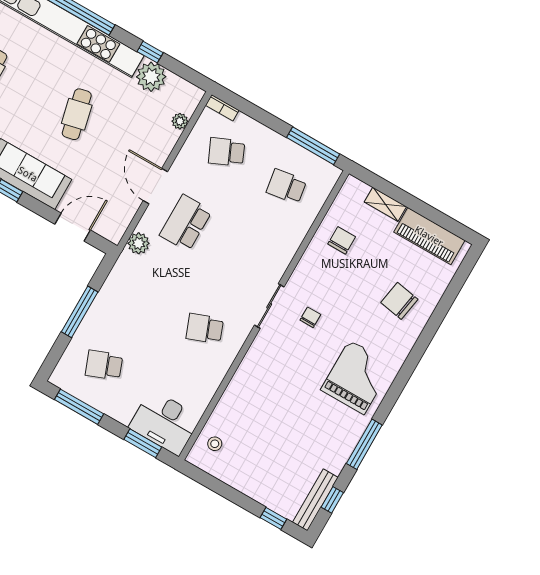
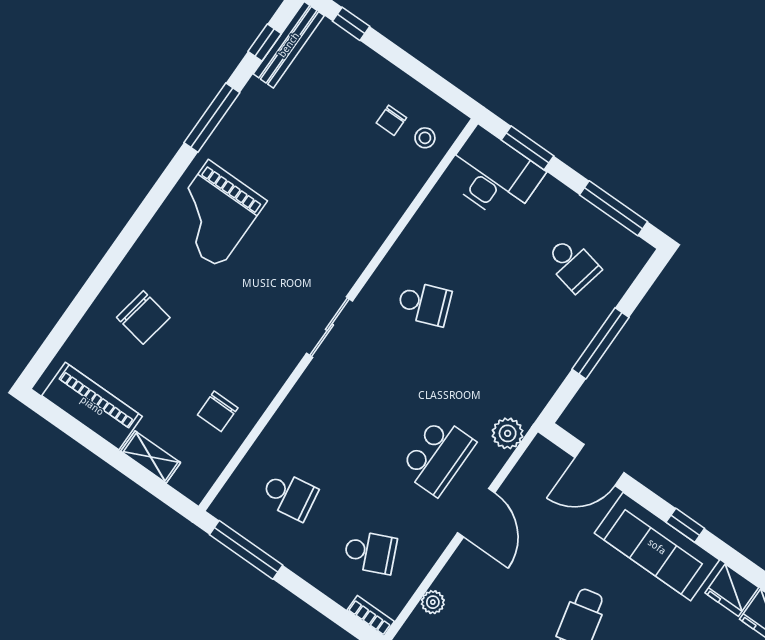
chair: (310, 317) -> (391, 120), moved
school desk: (104, 365) -> (573, 264), turned 33

